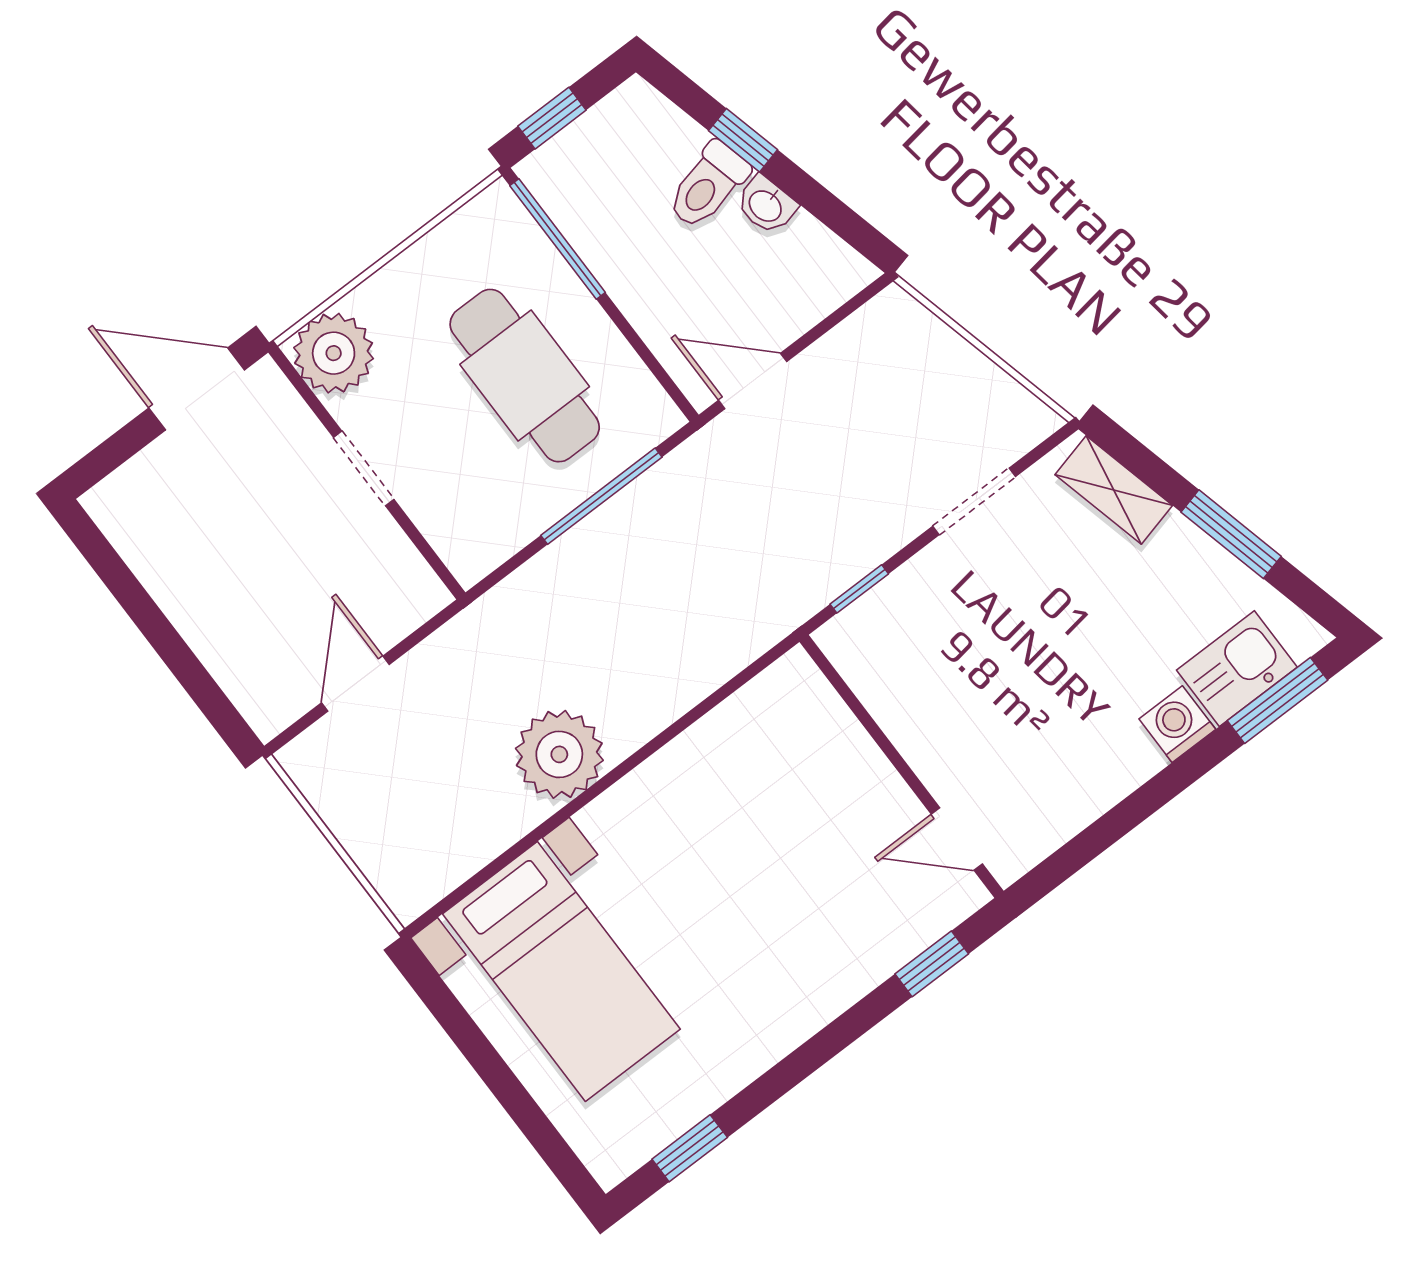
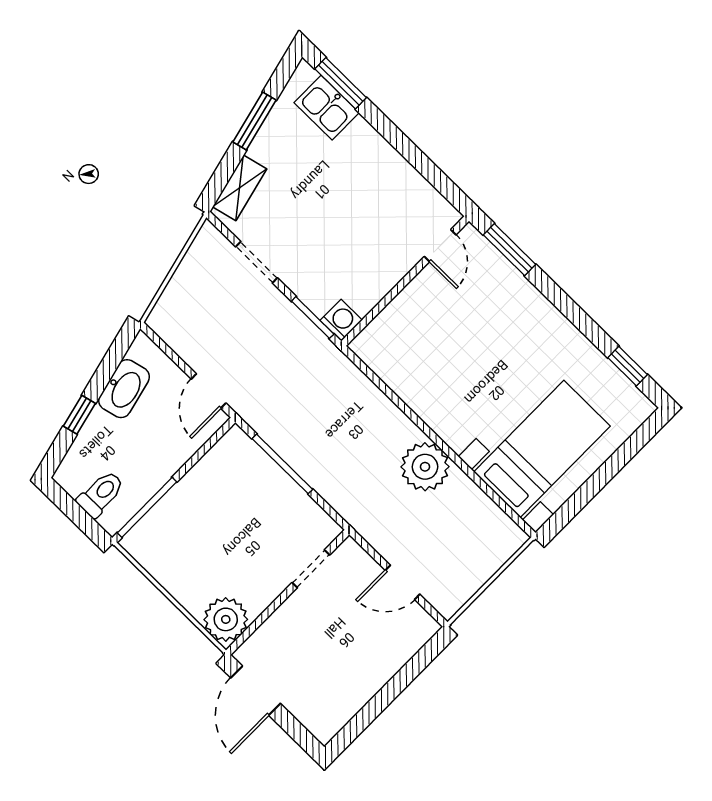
window: (552, 118) -> (82, 520), removed
toilet: (708, 185) -> (101, 494), moved, turned -76
washbasin: (766, 205) -> (124, 389), width x1.91, depth x1.45
cafe table: (525, 376) -> (223, 515), removed
doorway: (364, 468) -> (311, 569), moved
window: (859, 589) -> (313, 318), width x1.50
washing machine: (1177, 724) -> (341, 320), moved, turned 180
window: (932, 964) -> (509, 250), width x1.50

